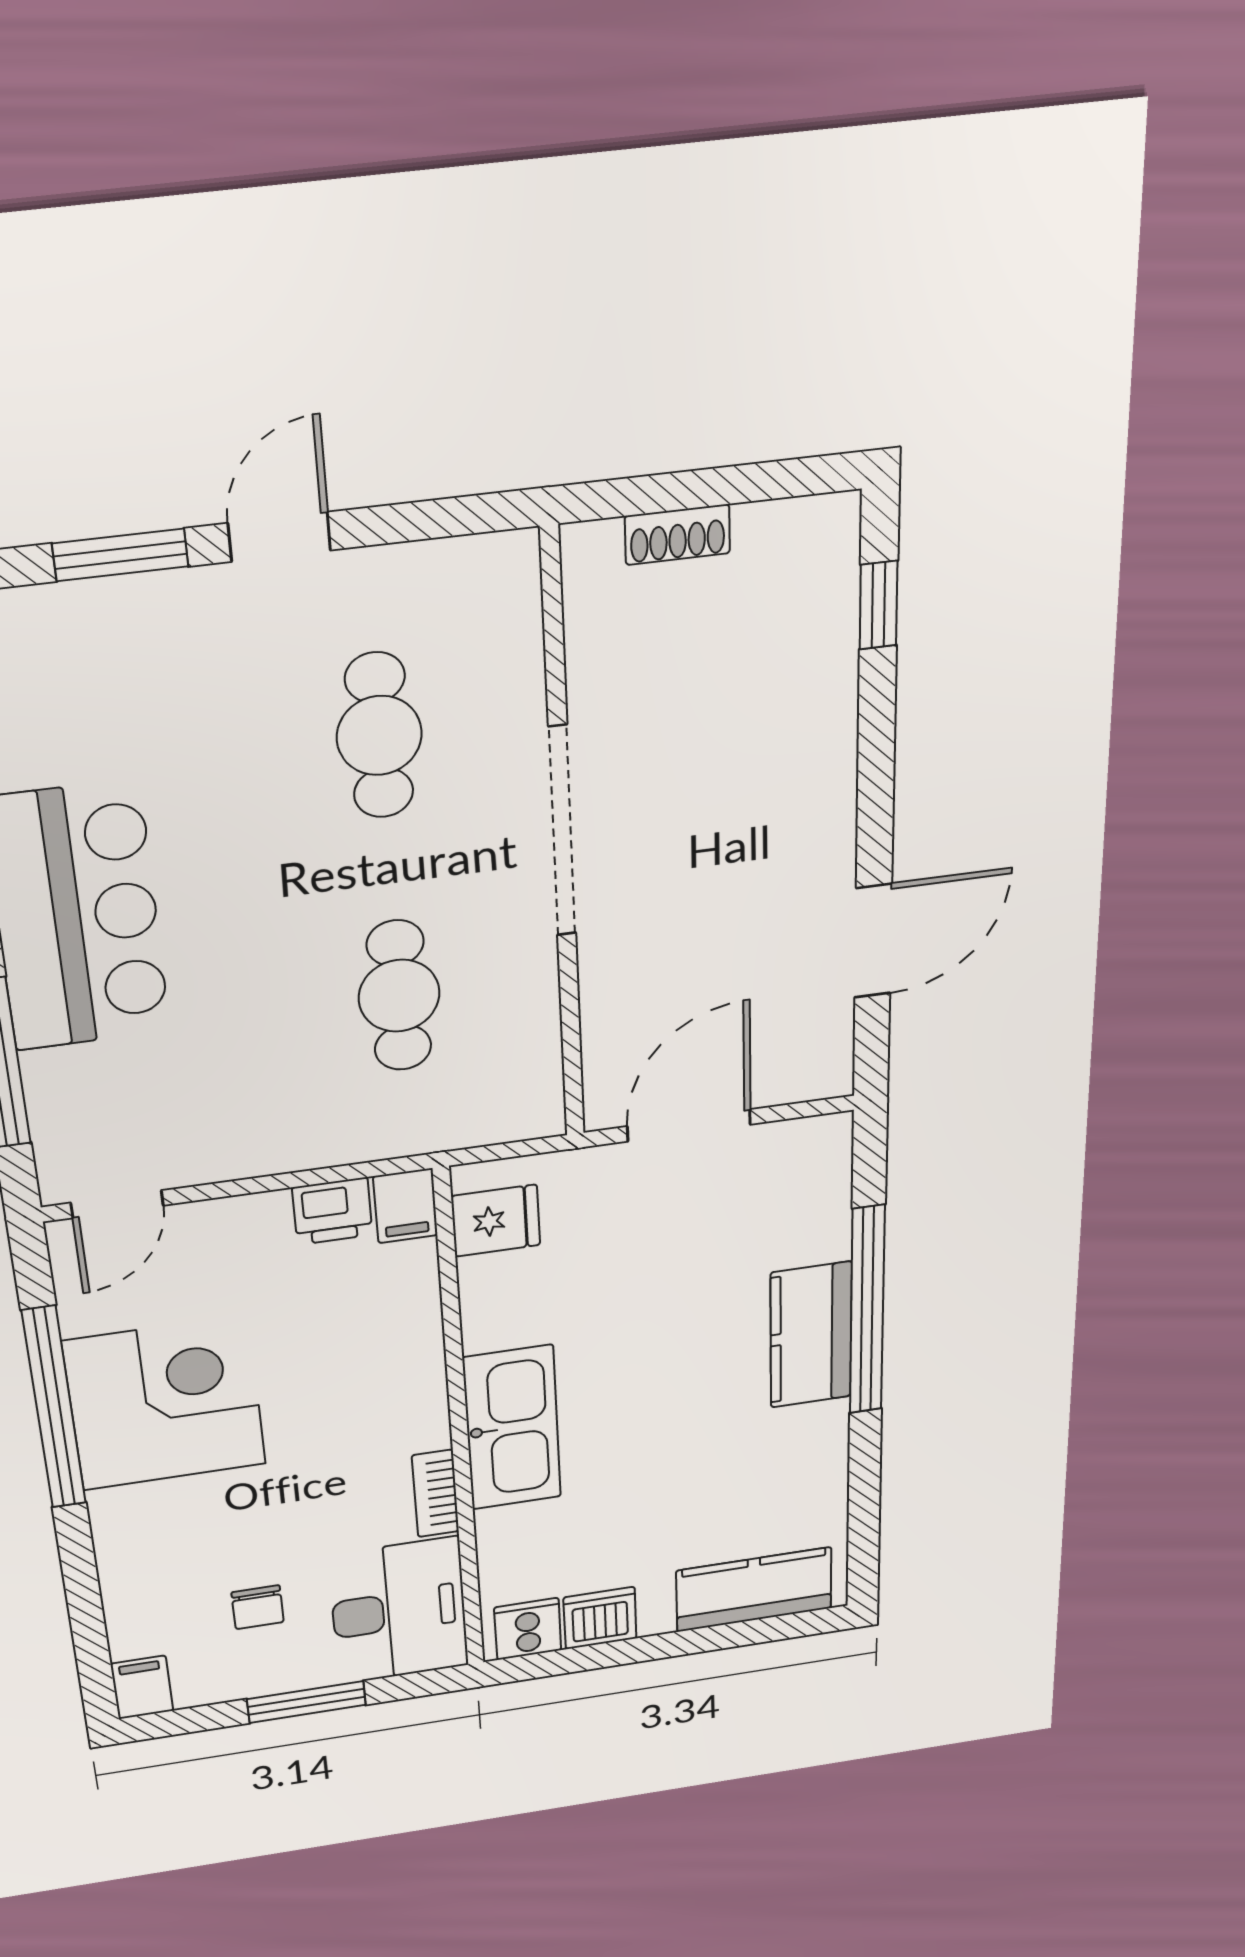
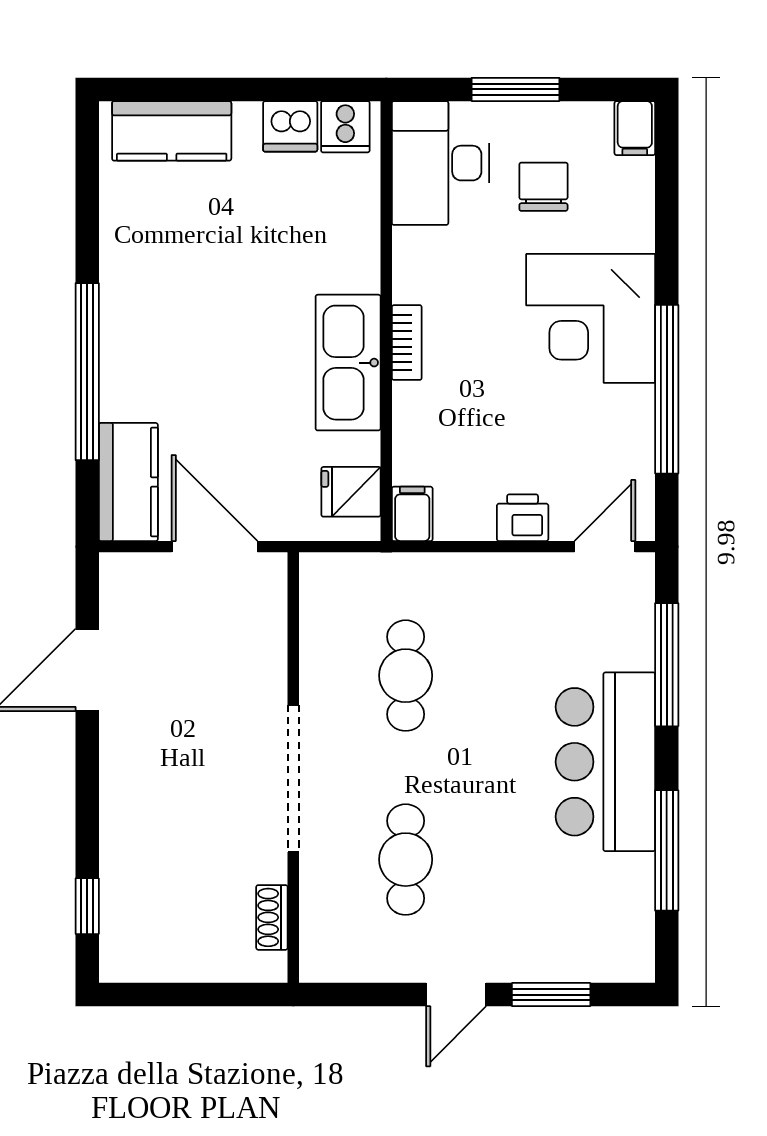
shoe rack: (677, 535) -> (272, 917), moved, turned -90
door: (689, 1125) -> (215, 547), swing flipped
printer: (332, 1211) -> (523, 518), moved
kitchen counter: (811, 1335) -> (128, 482), moved
corner desk: (165, 1403) -> (591, 318), moved
kitchen sink: (512, 1428) -> (348, 363), moved
bookcase: (435, 1493) -> (407, 343), moved
chair: (258, 1607) -> (543, 187), width x1.37, depth x1.37

